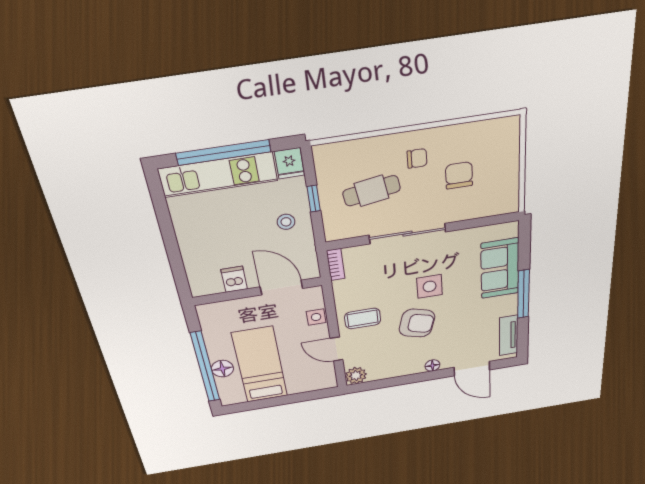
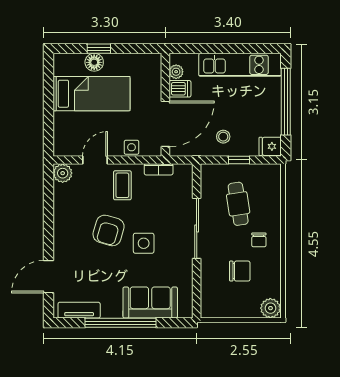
plant: (507, 130) -> (270, 308), added
kitchen unit: (218, 175) -> (240, 65), moved, turned -90
bookcase: (336, 265) -> (159, 169), moved
plant: (214, 287) -> (176, 72), added
door: (281, 288) -> (165, 124), width x1.36
window: (523, 294) -> (121, 323), width x1.46
floor lamp: (432, 365) -> (60, 241), removed
window: (205, 367) -> (99, 49), width x0.32

